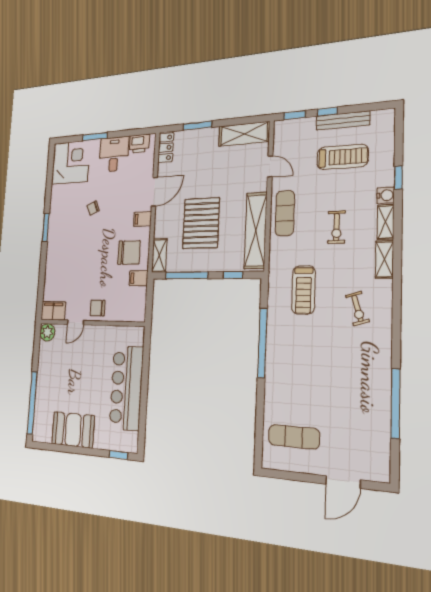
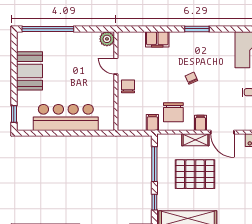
chair: (93, 208) -> (191, 78), moved
shelving: (159, 255) -> (195, 140), moved
filing cabinet: (53, 311) -> (157, 39), moved, turned 90

